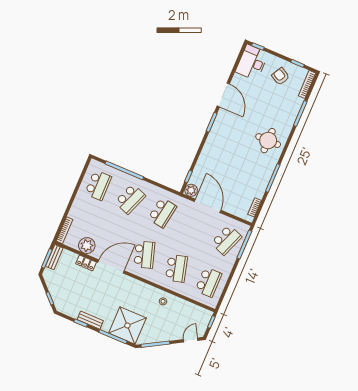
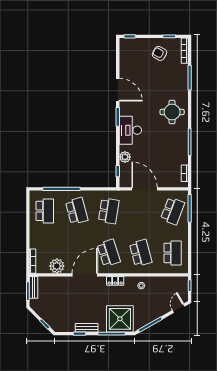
desk: (252, 62) -> (130, 130), moved
plant: (191, 190) -> (125, 157), moved
school desk: (130, 199) -> (77, 211), turned -36
locker: (86, 263) -> (115, 281), moved

